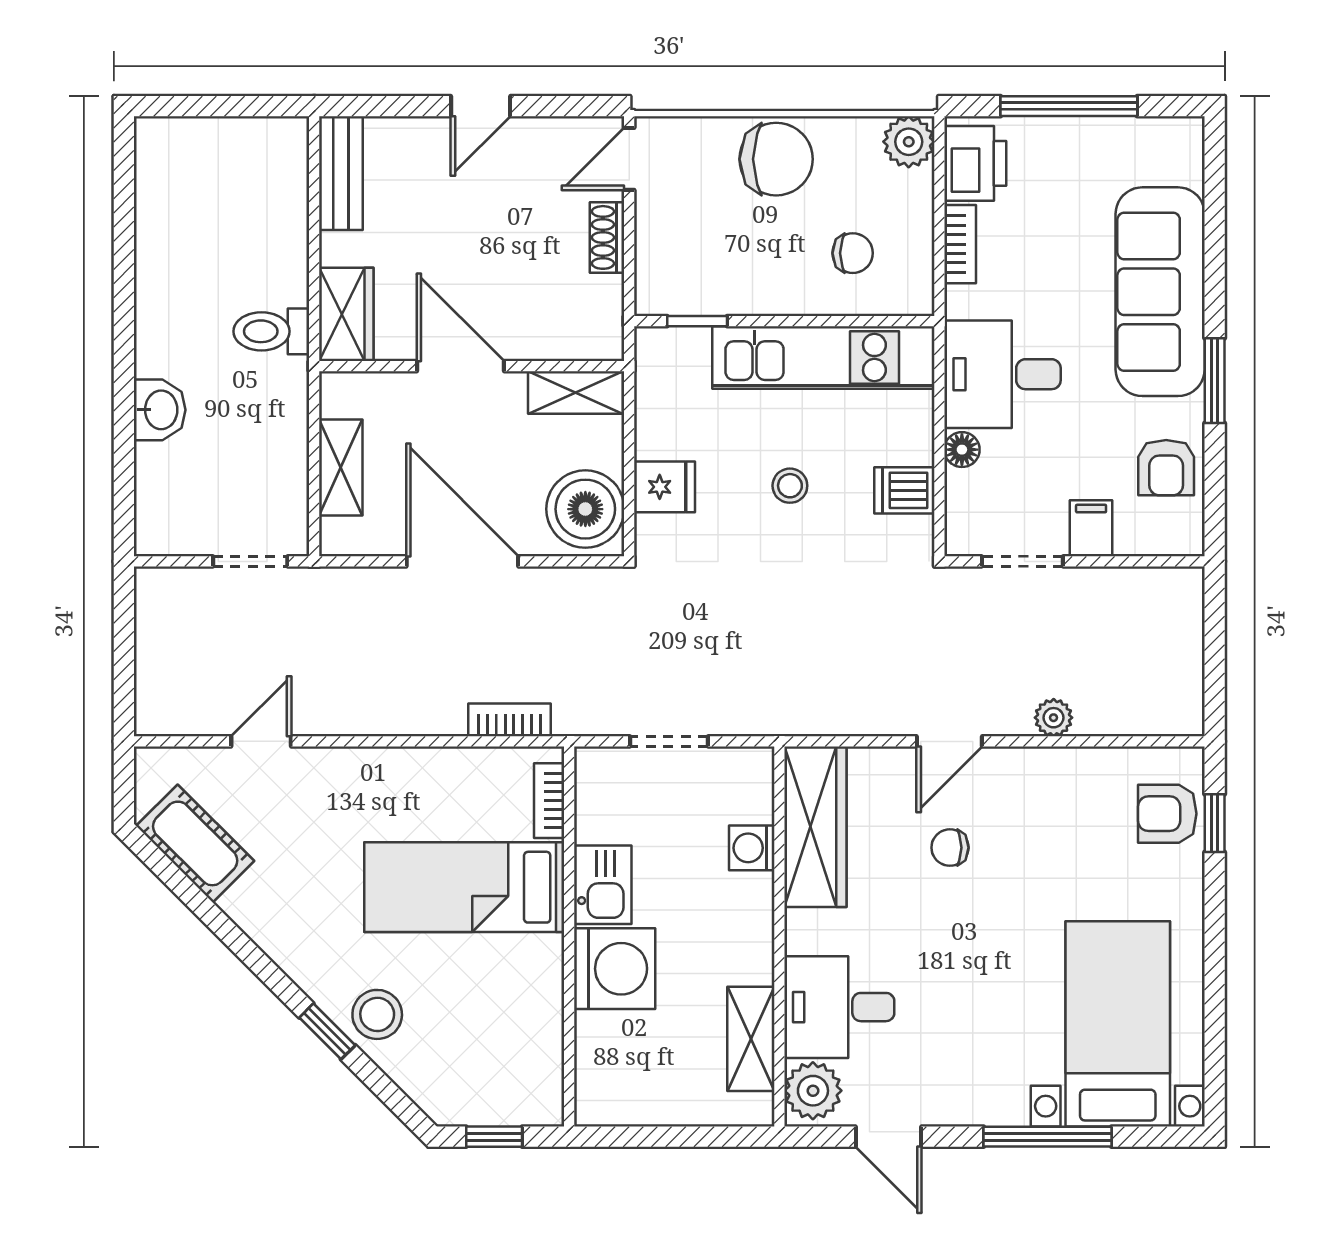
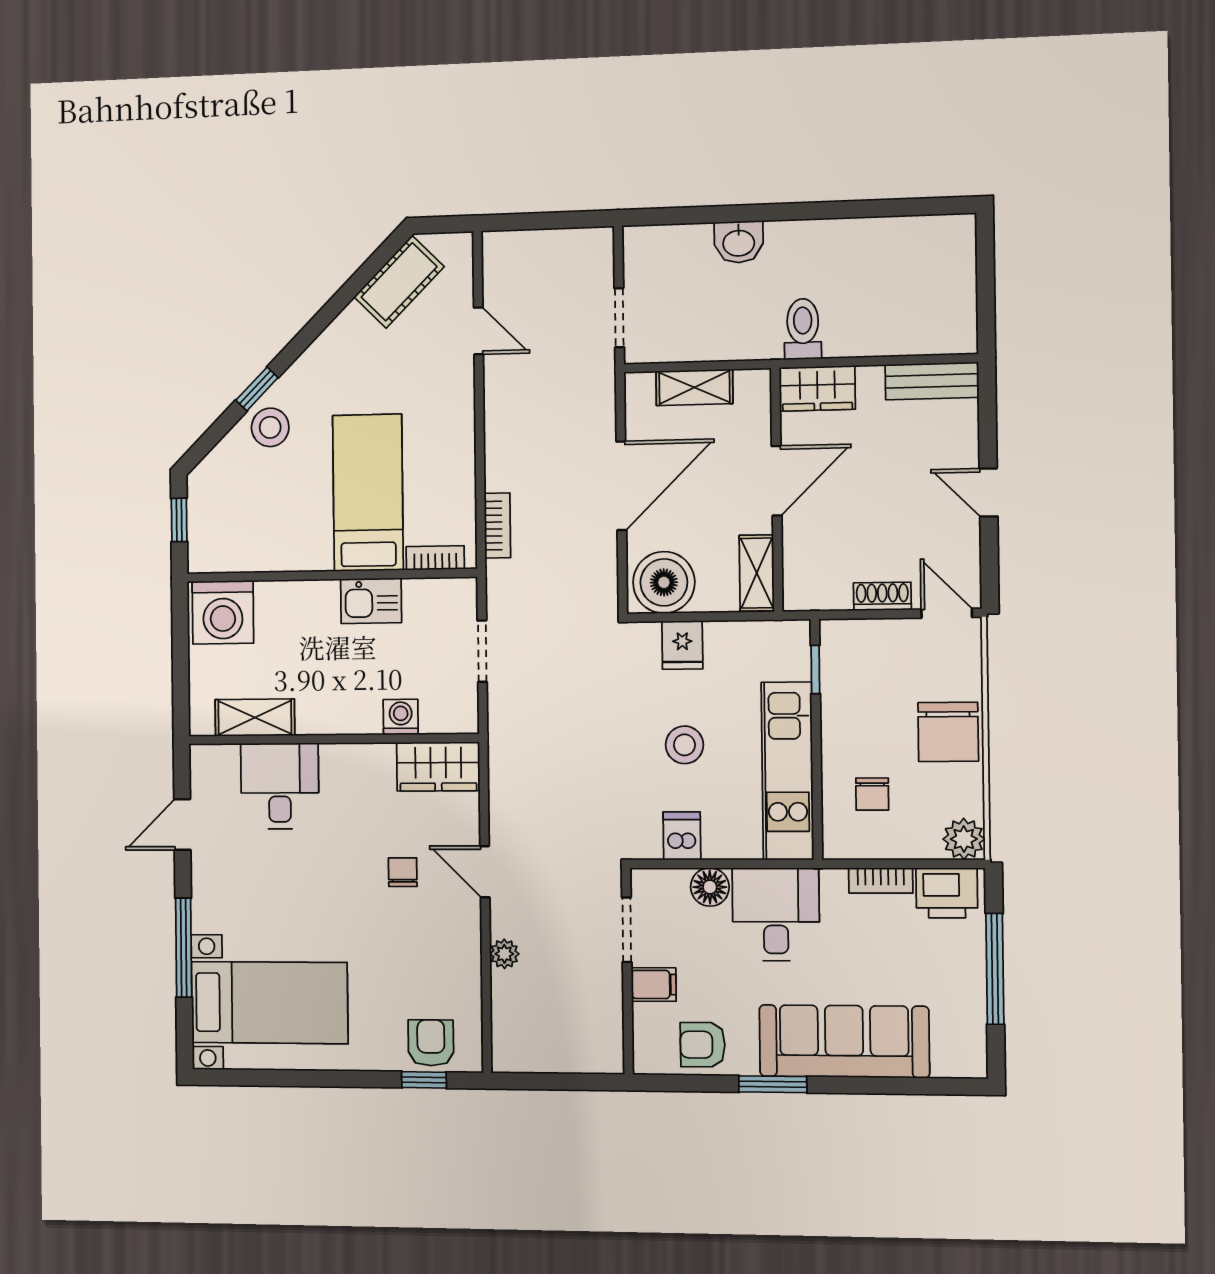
floor lamp: (962, 450) -> (710, 887), width x1.37, depth x1.37
stool: (790, 486) -> (685, 745), width x1.37, depth x1.37
wardrobe: (815, 827) -> (438, 767), width x0.67
washing machine: (615, 969) -> (223, 612), moved
plant: (813, 1091) -> (216, 766), removed

